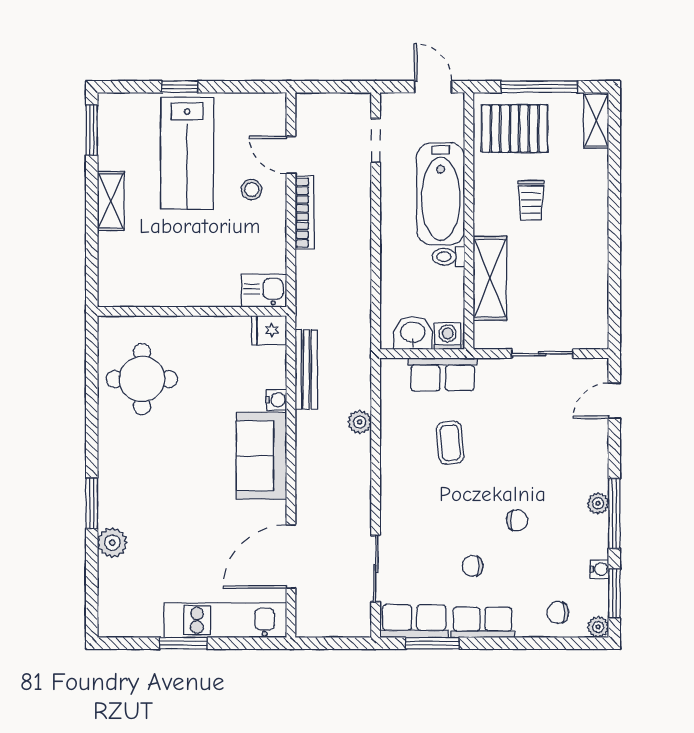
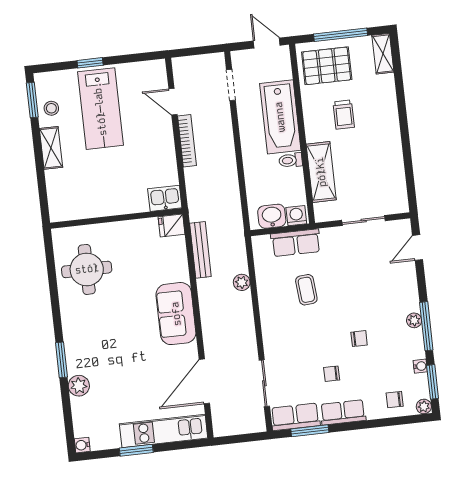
stool: (252, 189) -> (51, 108), moved
water cooler: (276, 400) -> (82, 445), moved, turned 180

